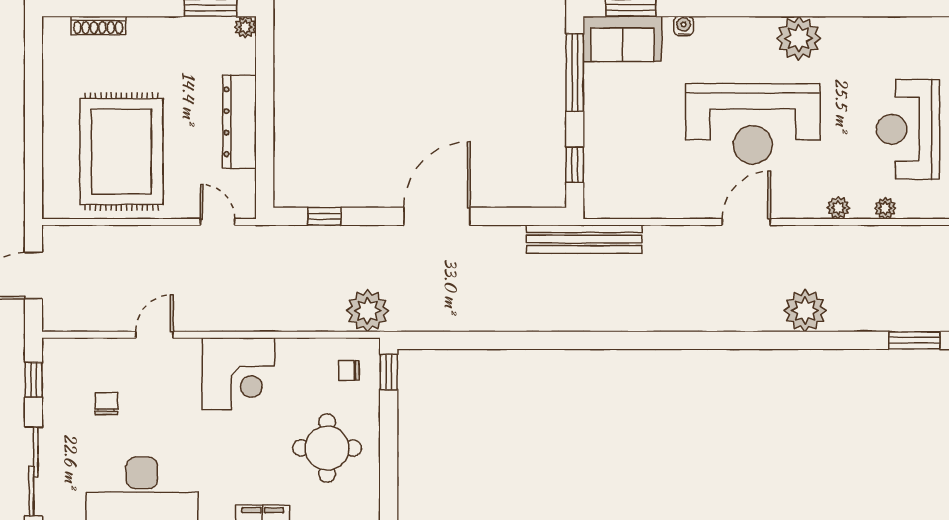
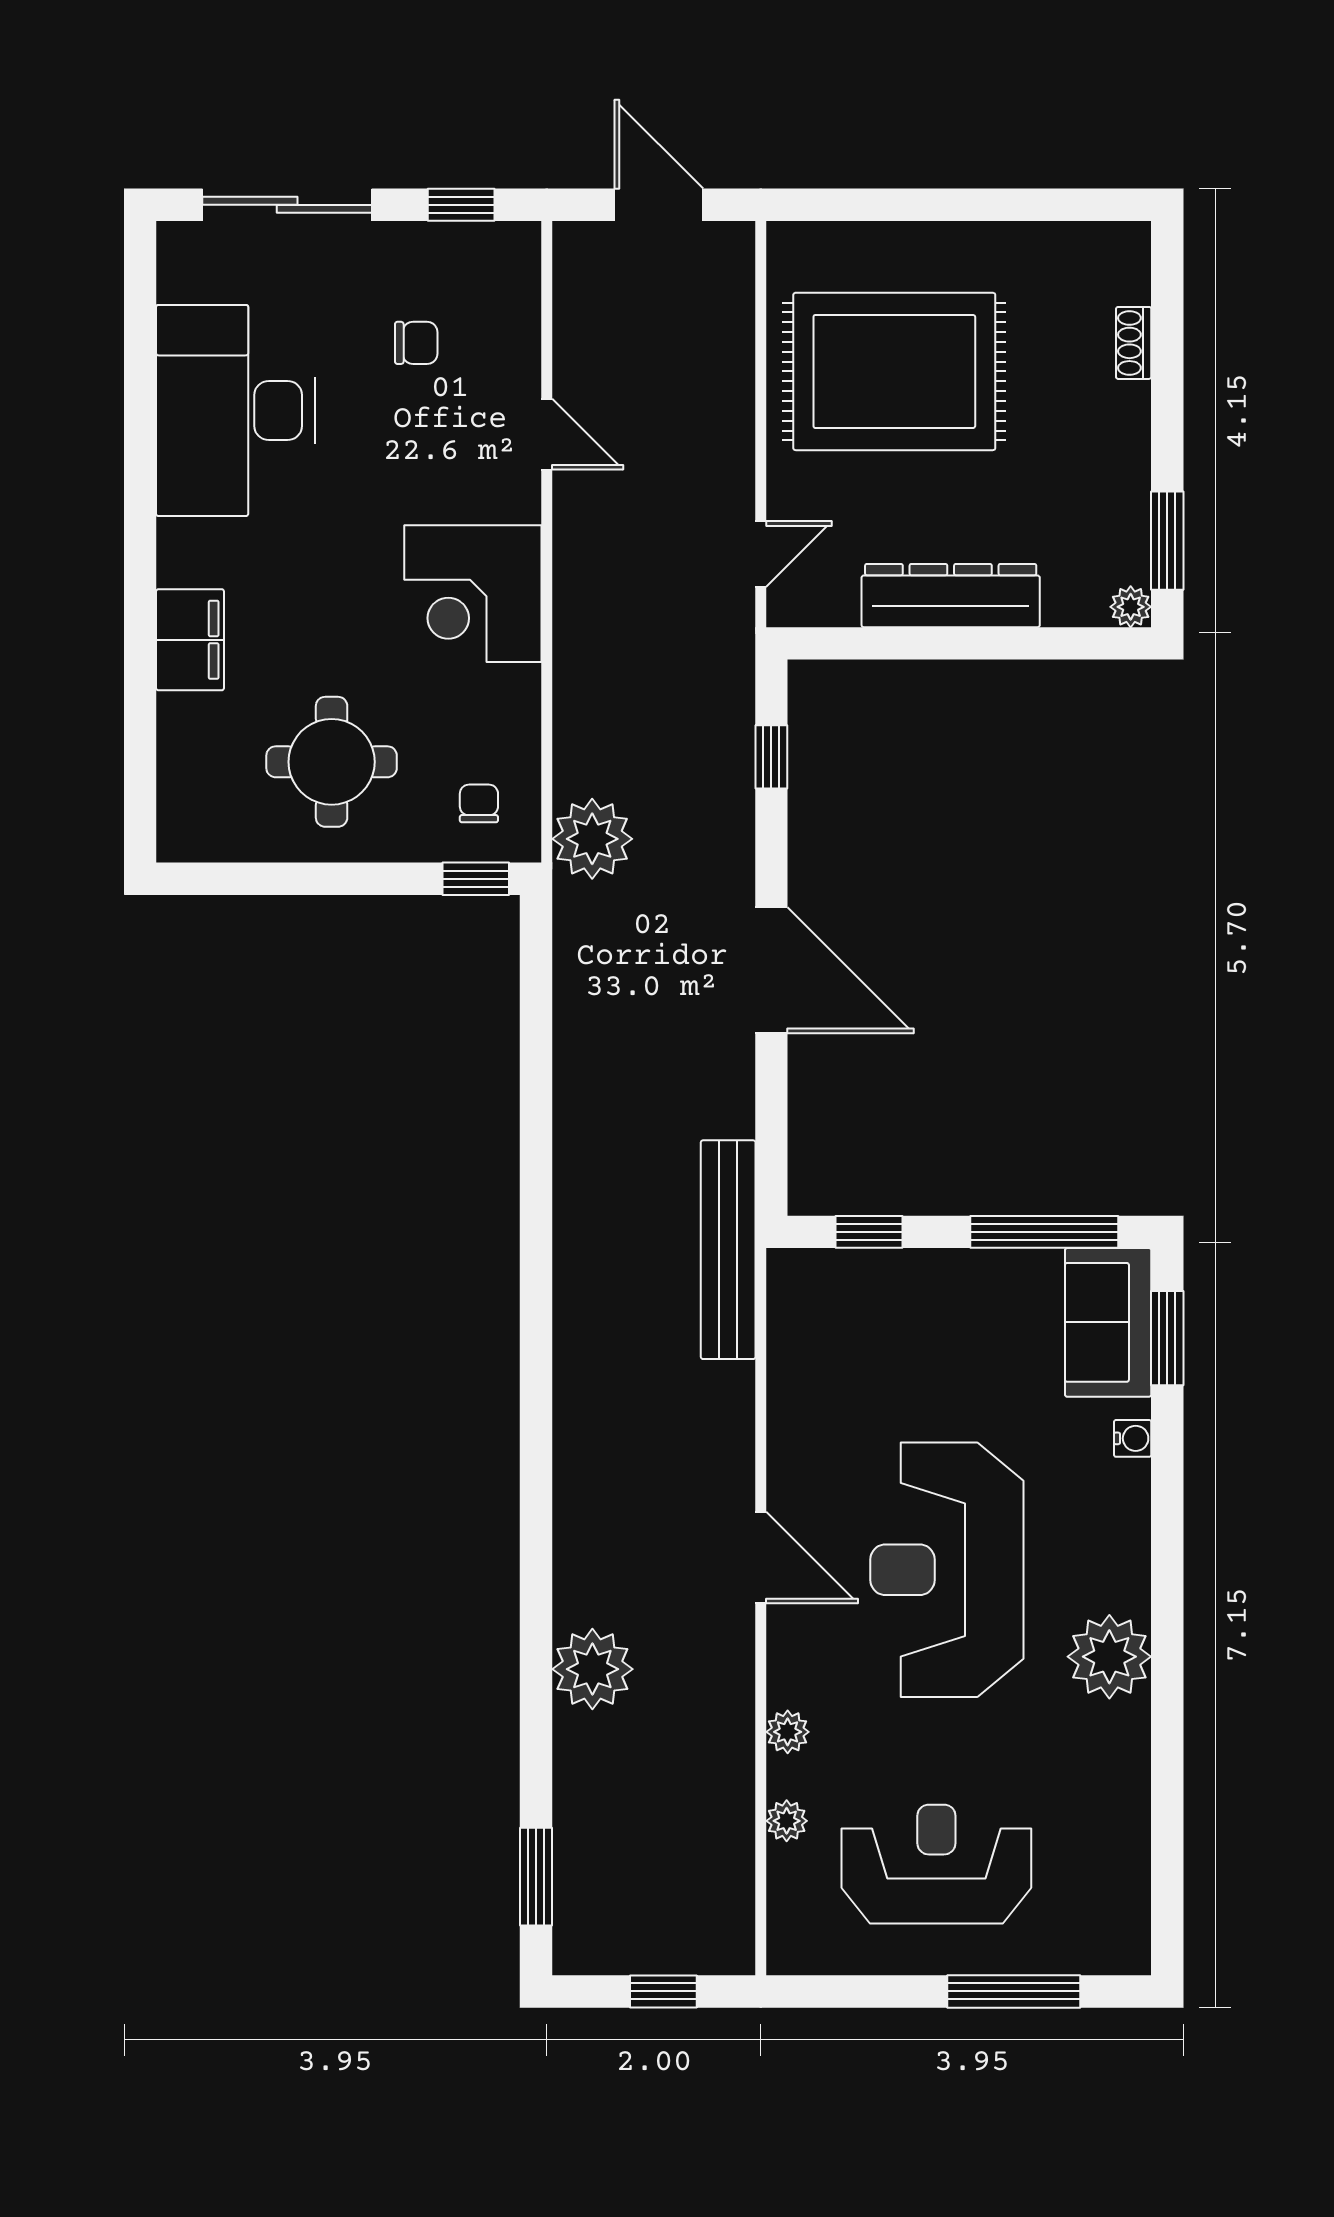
shoe rack: (98, 25) -> (1134, 343), width x0.70

